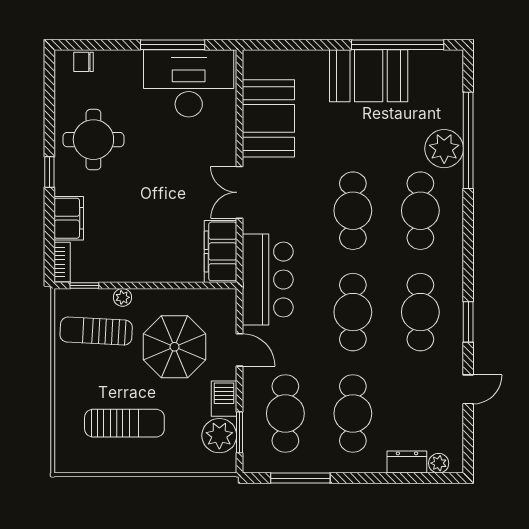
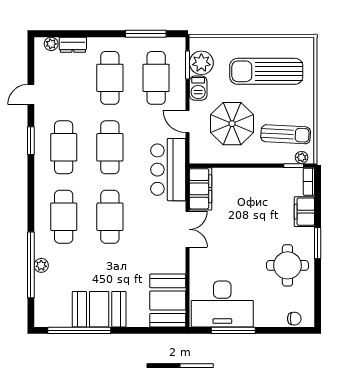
booth: (268, 118) -> (168, 301), moved
plant: (444, 149) -> (41, 265), width x0.53, depth x0.53
window: (49, 172) -> (318, 243), width x1.50
plant: (122, 297) -> (302, 157), moved
sun lounger: (124, 423) -> (266, 71), width x1.36, depth x1.34

